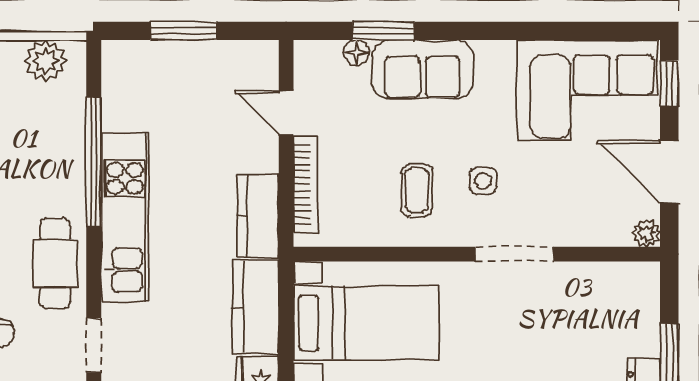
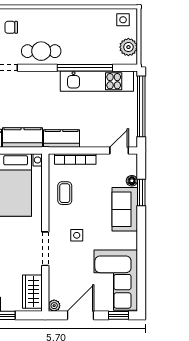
window: (183, 31) -> (141, 106), width x2.11
door: (286, 113) -> (119, 151), moved
coffee table: (417, 190) -> (65, 193), moved, turned 90
kitchen unit: (125, 217) -> (97, 81), moved
wardrobe: (614, 284) -> (32, 292), added

